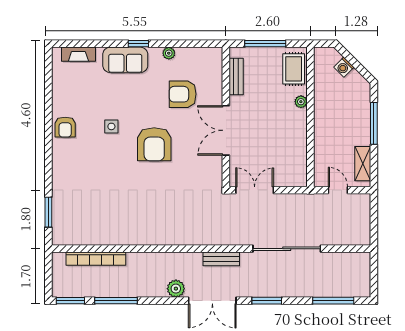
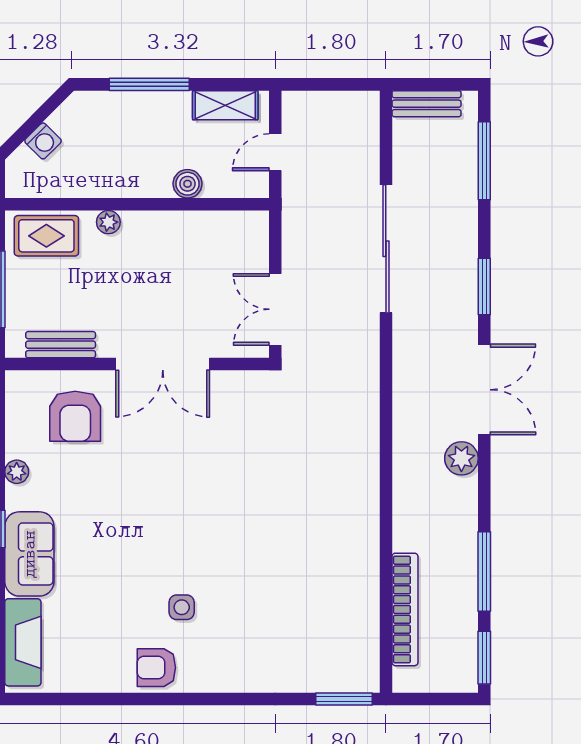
fireplace: (78, 54) -> (23, 642), width x1.37, depth x1.32
armchair: (183, 94) -> (75, 416), moved
side table: (111, 126) -> (182, 607), moved
armchair: (65, 127) -> (156, 668), turned 180
armchair: (154, 144) -> (189, 499), removed
boiler: (321, 144) -> (187, 184), added
window: (48, 212) -> (344, 699), moved
bench: (221, 259) -> (427, 104), moved, turned 90

